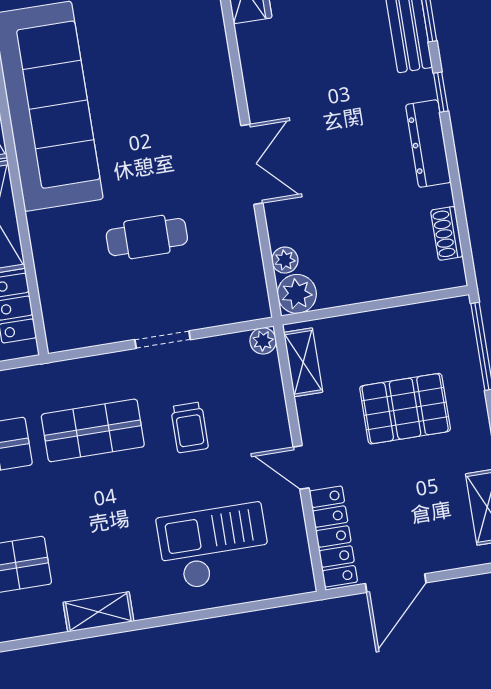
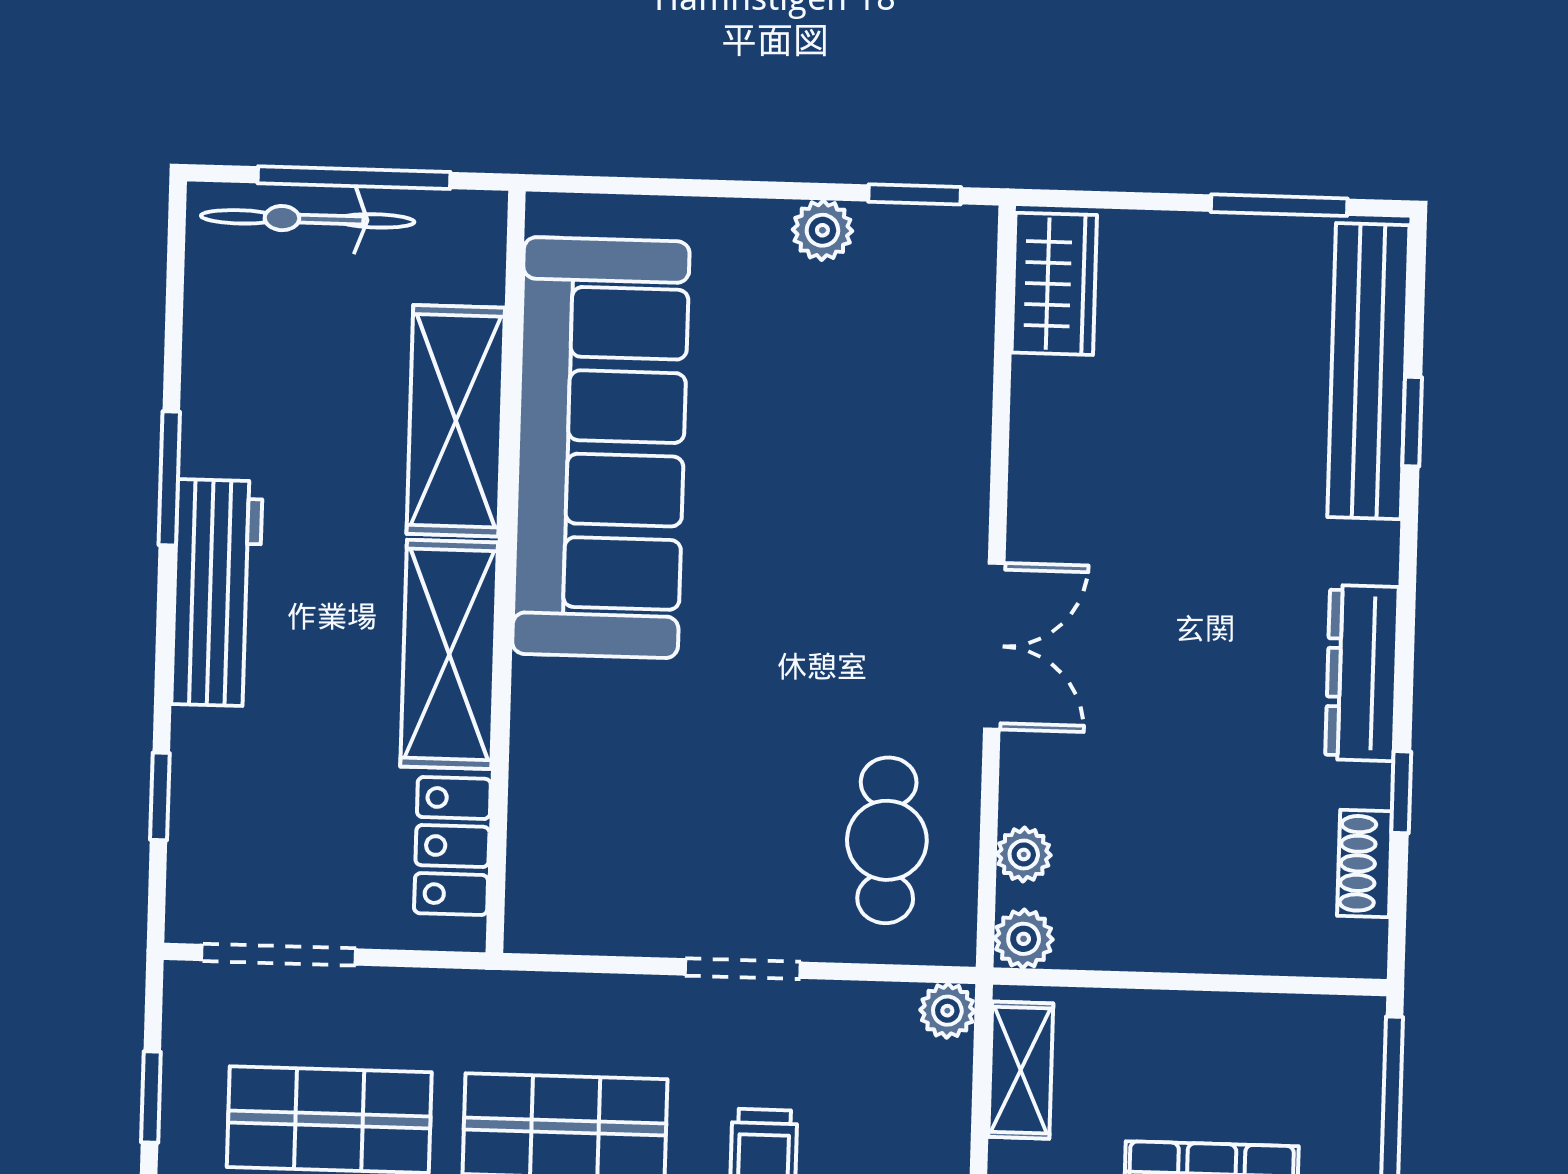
window: (441, 92) -> (1401, 792), moved
cafe table: (147, 237) -> (887, 840), moved, turned 90
plant: (297, 294) -> (1024, 939), width x0.73, depth x0.73

